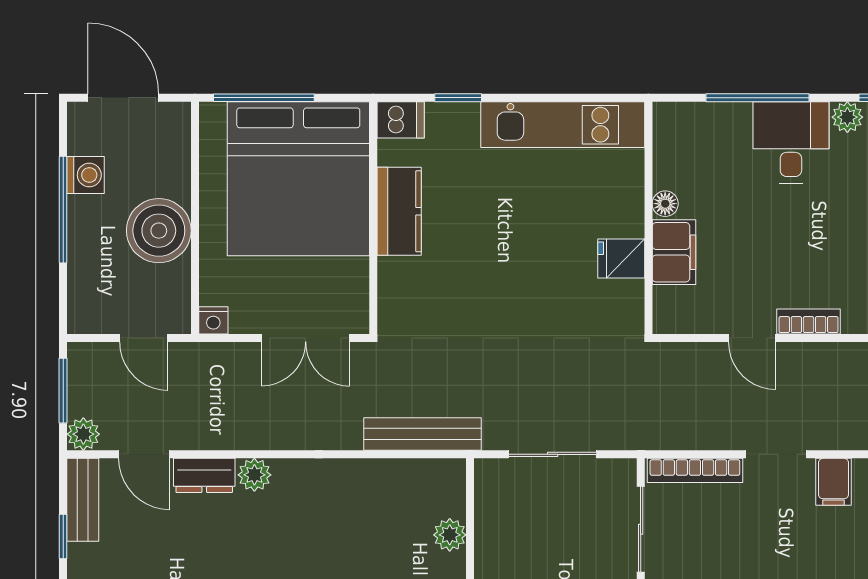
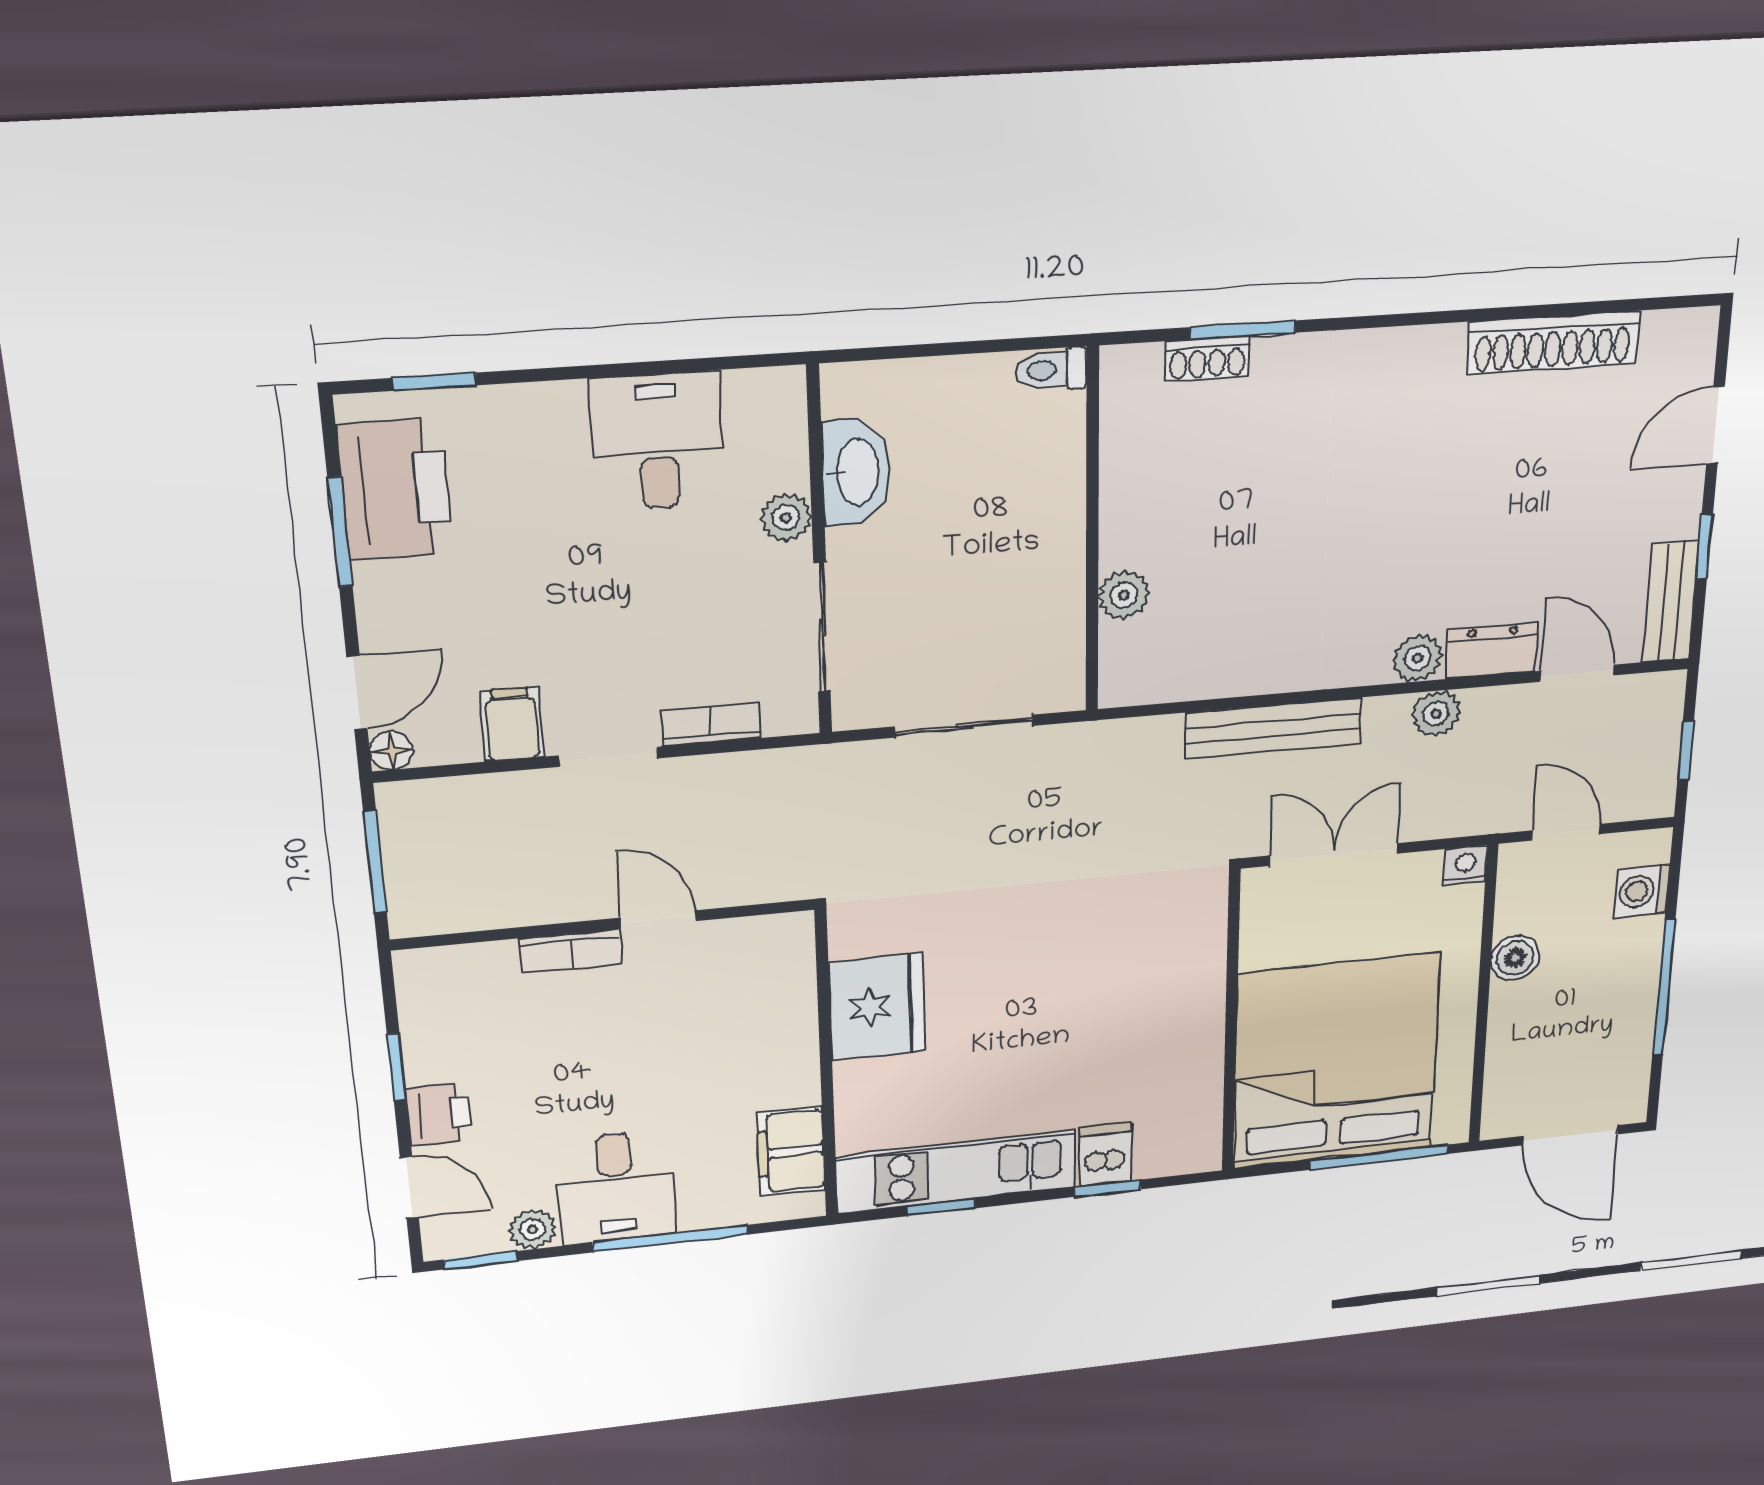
window: (574, 98) -> (941, 1207), added
dishwasher: (401, 120) -> (1105, 1154), moved, turned 90
washing machine: (86, 175) -> (1642, 891), moved
floor lamp: (665, 204) -> (802, 1087), removed
kitchen counter: (399, 211) -> (1194, 1036), removed
boiler: (159, 231) -> (1515, 958), width x0.54, depth x0.54
filing cabinet: (674, 252) -> (791, 1151), moved
fridge: (621, 258) -> (877, 1007), width x1.88, depth x1.34
window: (63, 391) -> (1686, 751), width x0.67
plant: (83, 434) -> (1436, 714), moved
bench: (423, 434) -> (1273, 728), moved
bookcase: (695, 470) -> (711, 724), width x0.64

